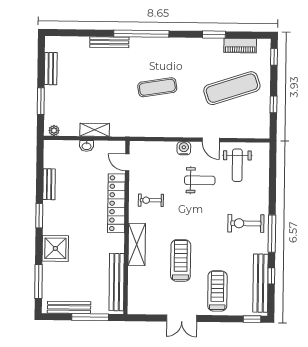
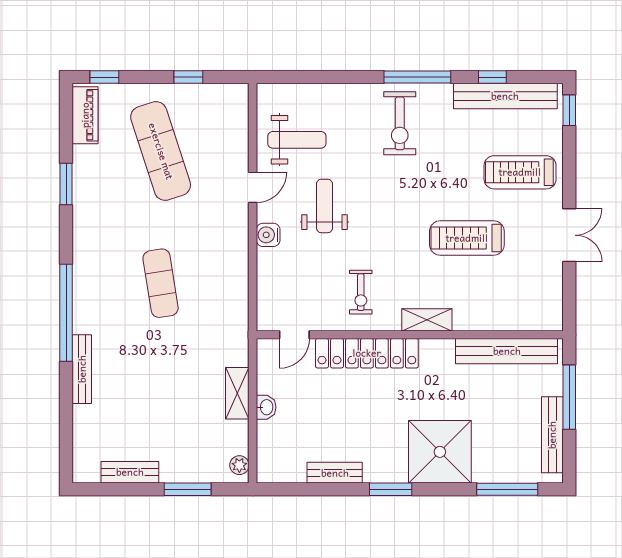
piano: (240, 46) -> (85, 115), moved
shelving: (137, 244) -> (427, 320), width x0.67, depth x0.75
shower: (55, 248) -> (440, 452), width x1.37, depth x1.37

